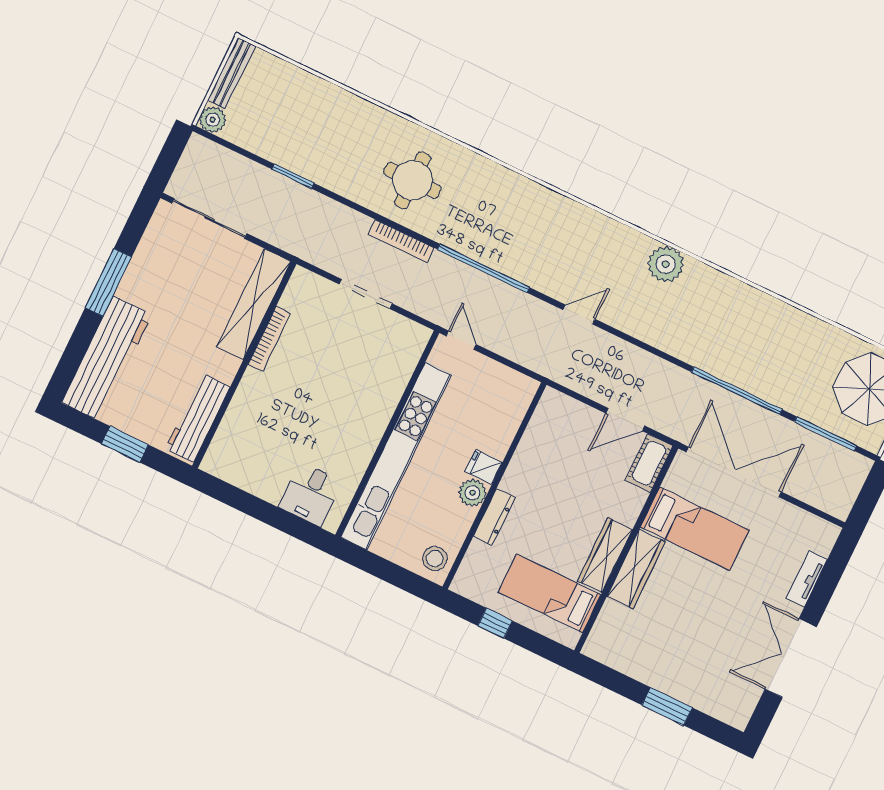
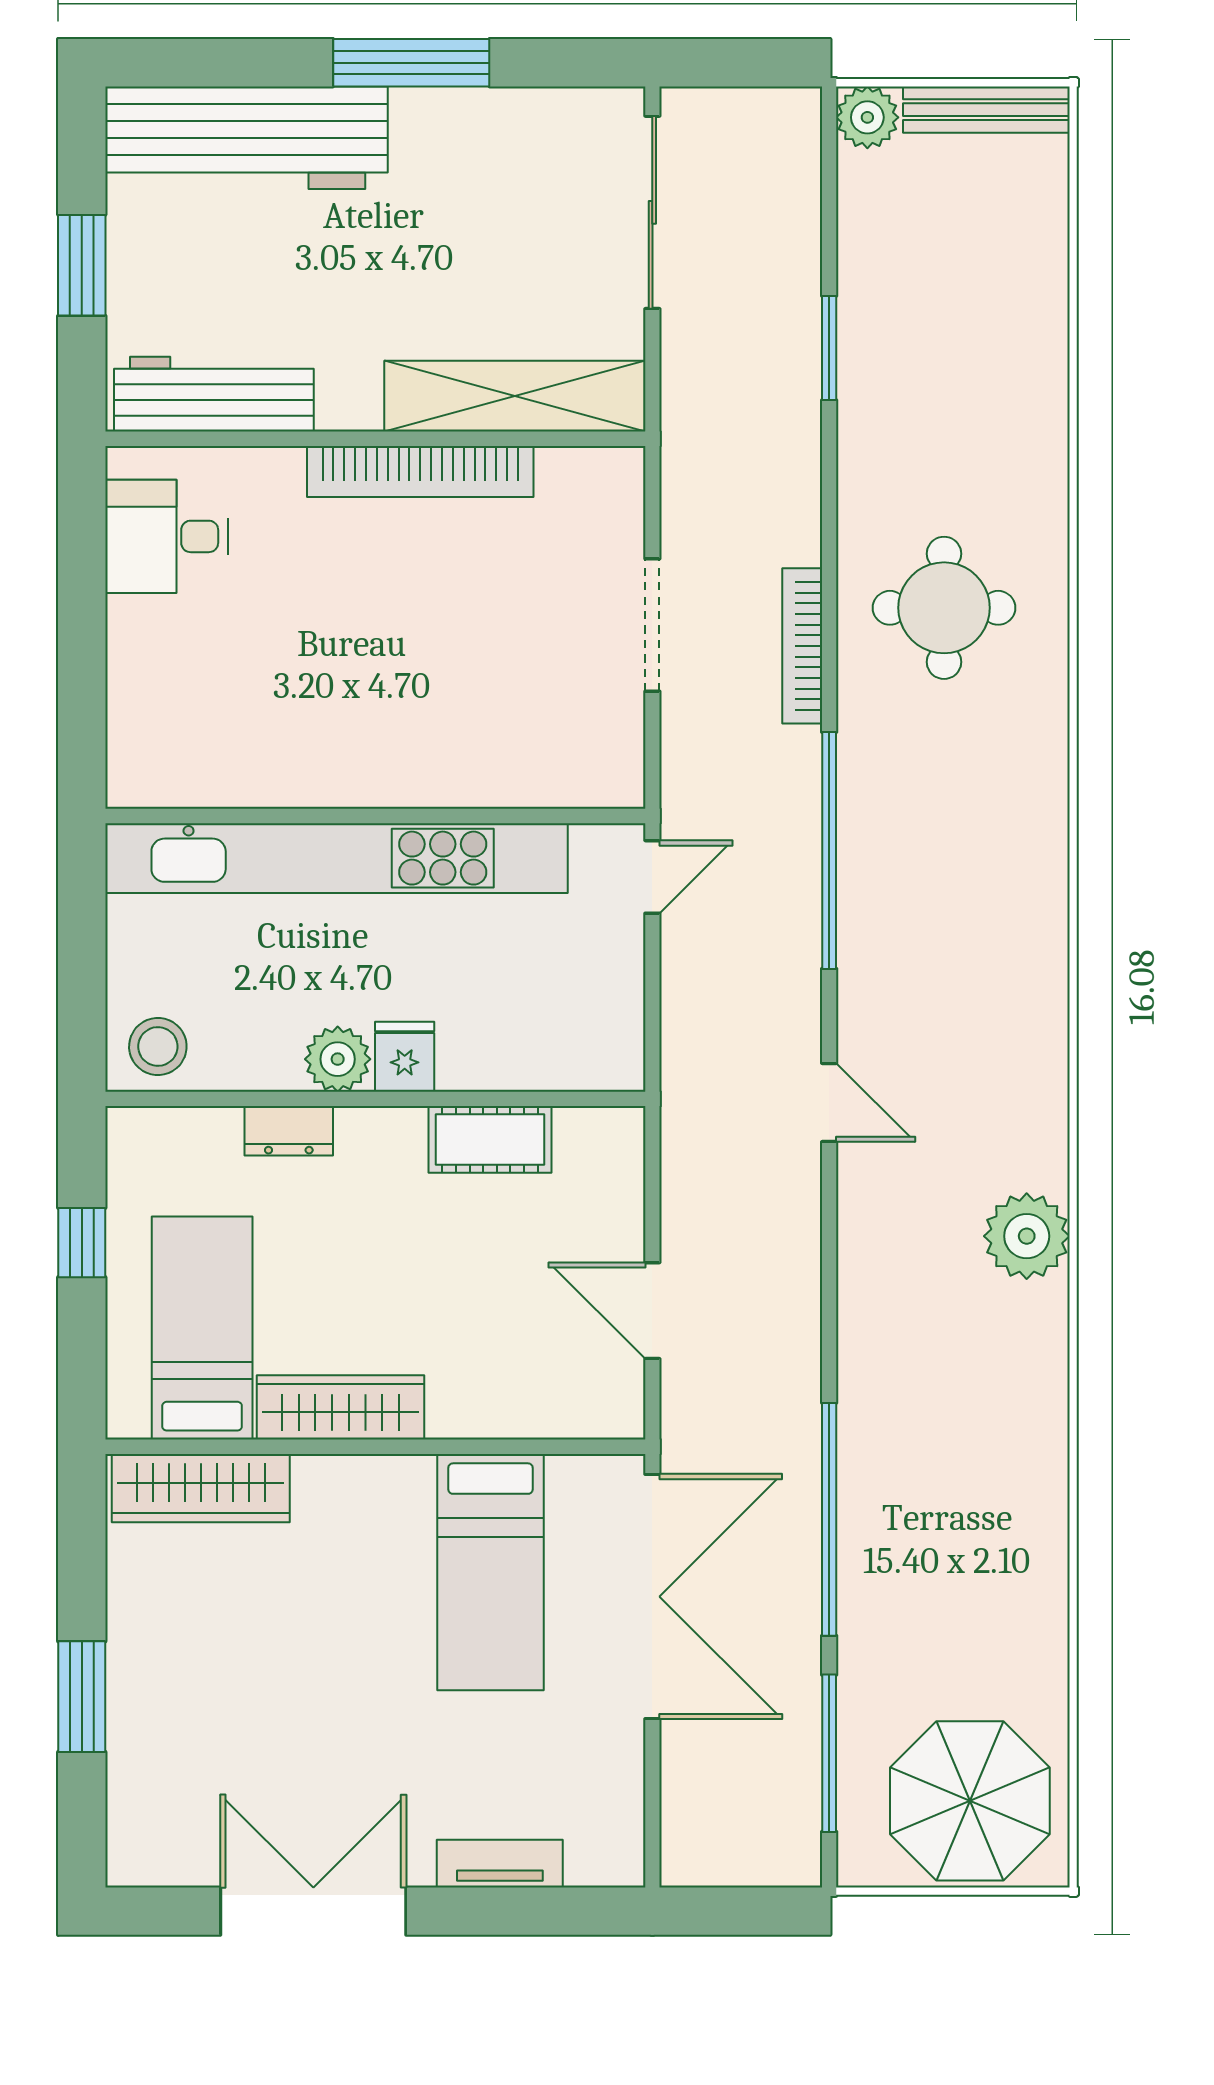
bookcase: (269, 339) -> (420, 471), width x1.48, depth x1.31
cot: (649, 463) -> (490, 1139), moved
desk: (310, 494) -> (167, 536), moved
dresser: (494, 517) -> (289, 1131), width x0.70
wardrobe: (636, 569) -> (201, 1488), moved

